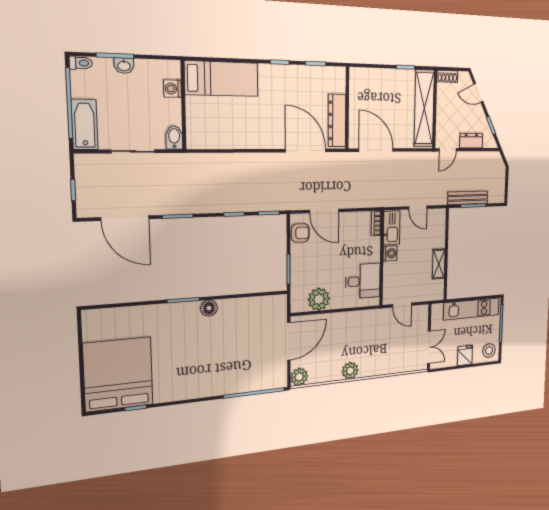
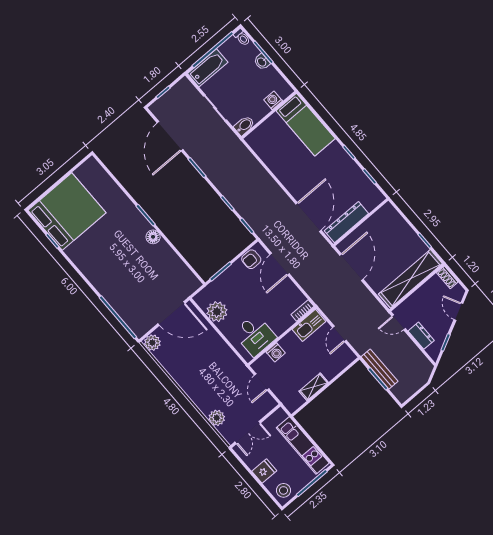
armchair: (300, 233) -> (251, 259), turned 90
washing machine: (390, 253) -> (276, 352), moved
plant: (350, 371) -> (217, 418), moved

